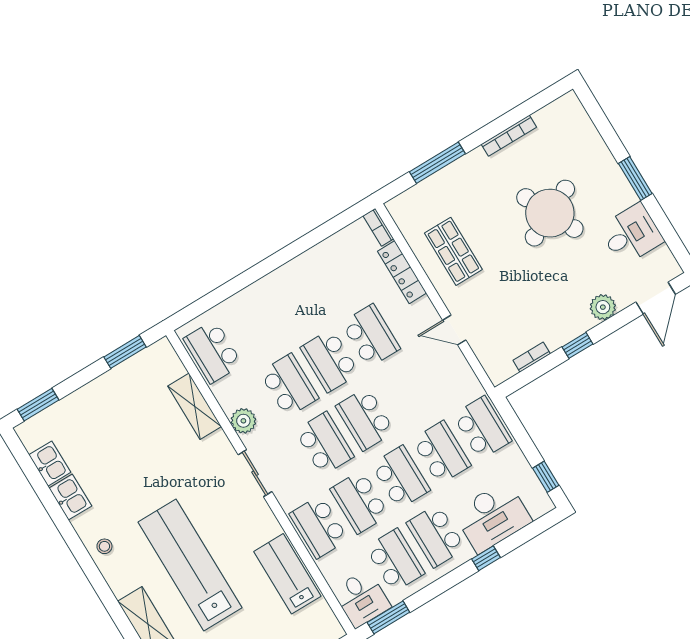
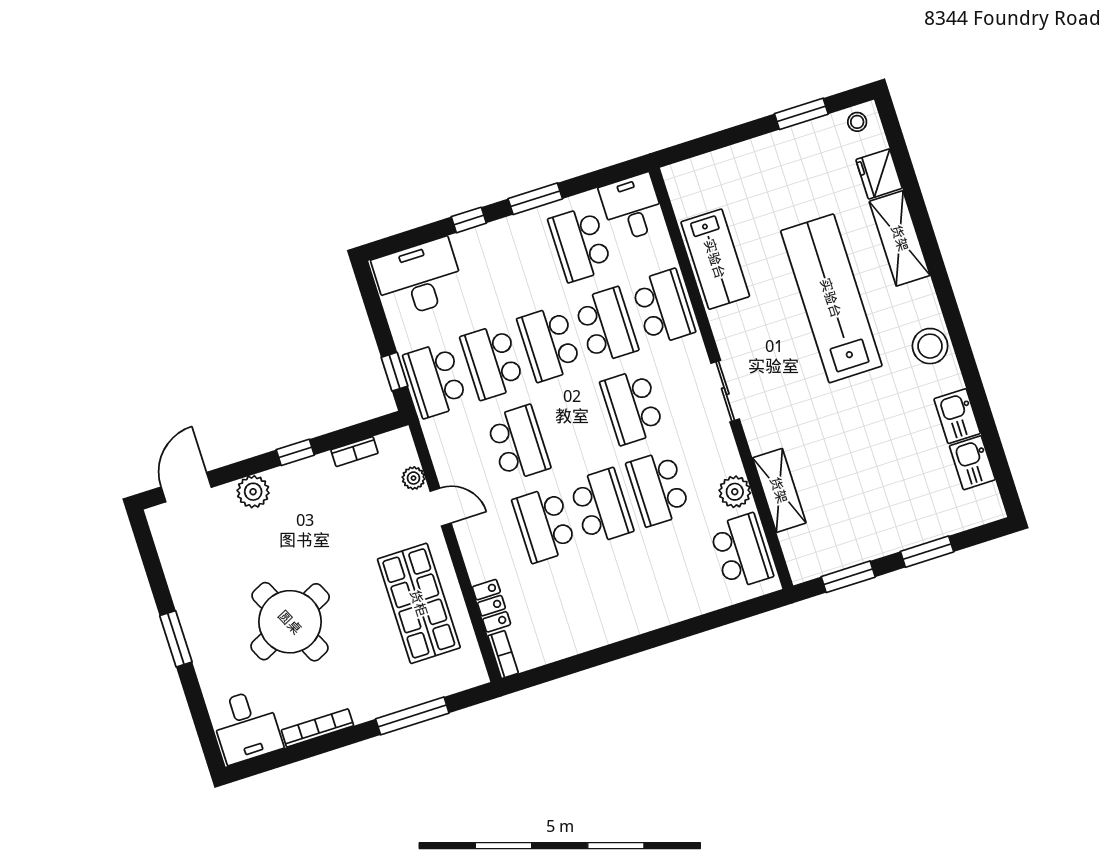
desk: (631, 234) -> (246, 726), moved, turned -90
shop shelf: (453, 251) -> (419, 603), width x1.43, depth x1.36
locker: (402, 272) -> (491, 606), width x0.66
plant: (481, 348) -> (413, 478), added
window: (38, 405) -> (927, 552), moved
school desk: (365, 419) -> (518, 443), moved
plant: (243, 421) -> (735, 492), moved
window: (546, 477) -> (395, 372), moved
desk: (492, 517) -> (419, 278), moved
school desk: (436, 536) -> (523, 262), removed
stool: (104, 546) -> (930, 346), width x1.89, depth x1.89
lab bench: (190, 565) -> (831, 298), turned 180
window: (388, 617) -> (535, 199), moved

